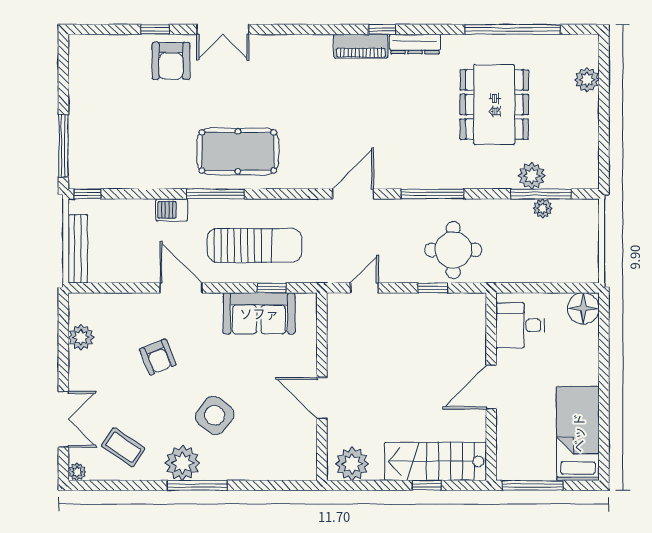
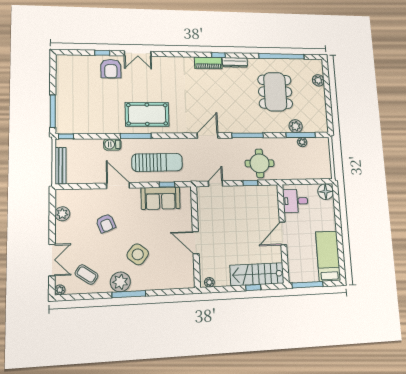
plant: (352, 464) -> (209, 282), width x0.53, depth x0.53

